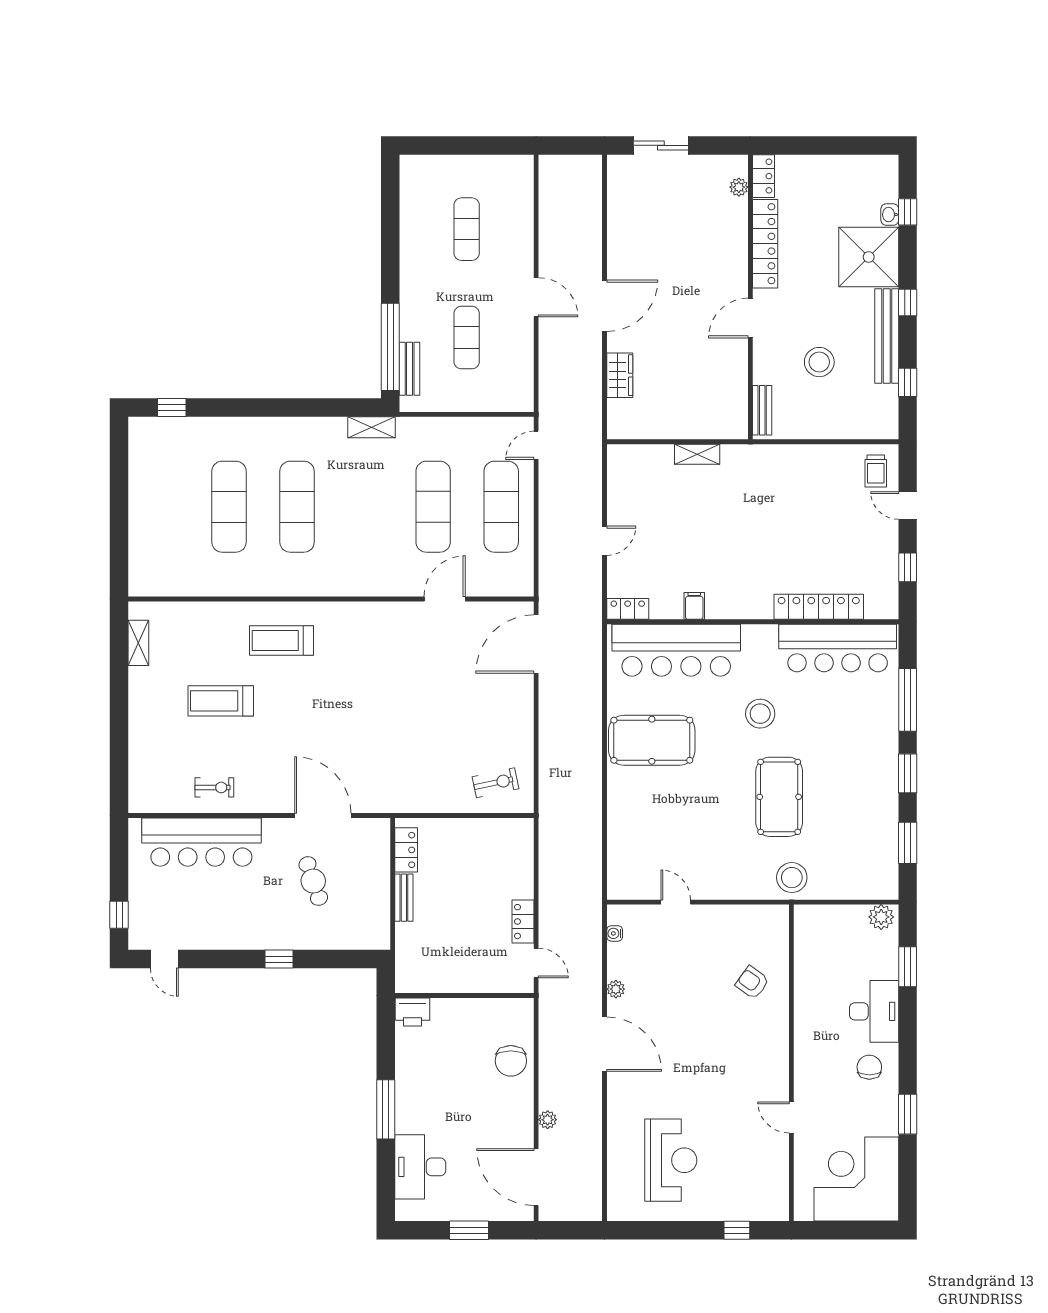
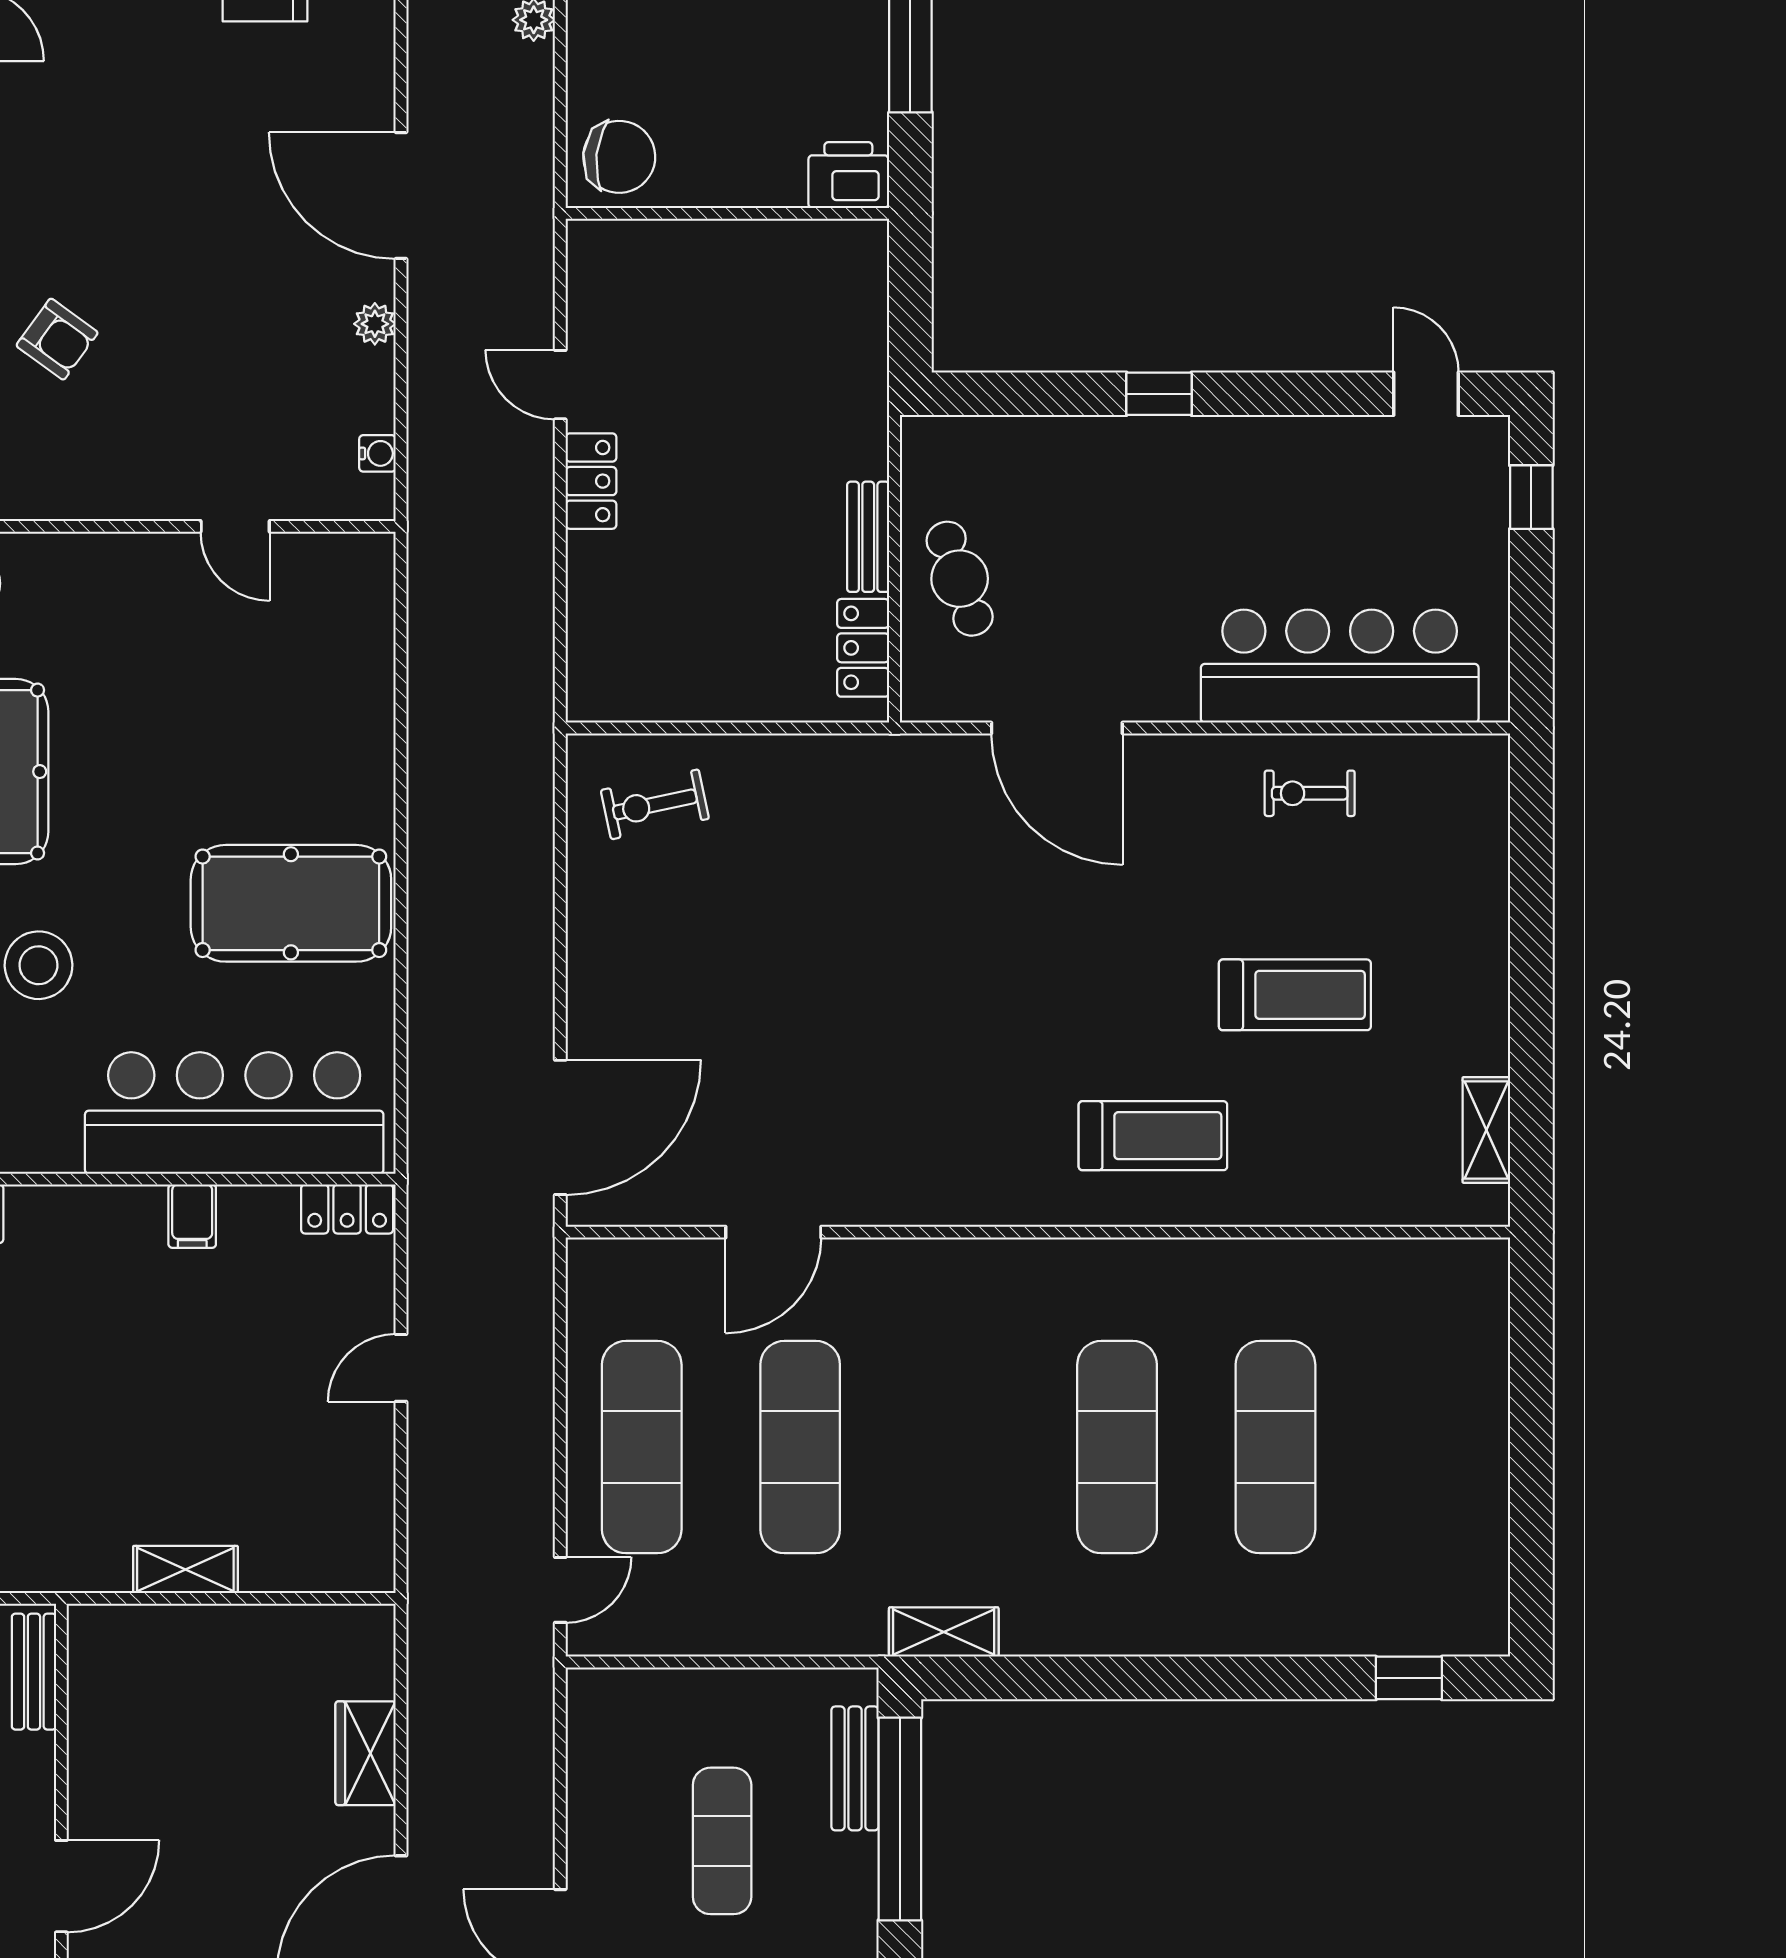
cafe table: (313, 881) -> (960, 579), moved
wall: (464, 996) -> (727, 213), moved
printer: (412, 1012) -> (848, 175), moved
chair: (511, 1061) -> (619, 157), turned 96

